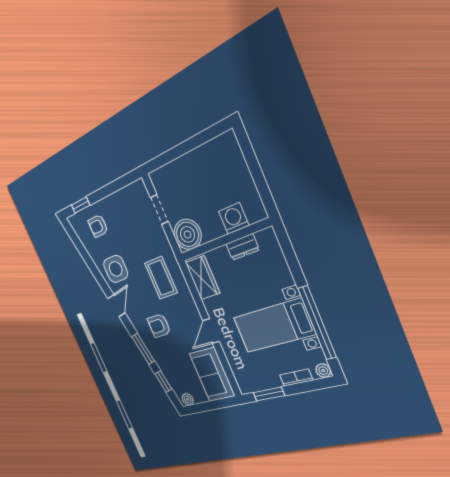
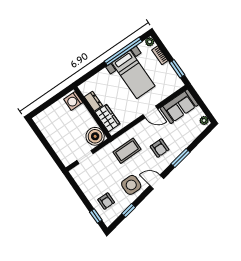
washing machine: (234, 218) -> (73, 101), moved
wardrobe: (203, 278) -> (107, 118), moved, turned 90
window: (163, 381) -> (129, 210), moved

